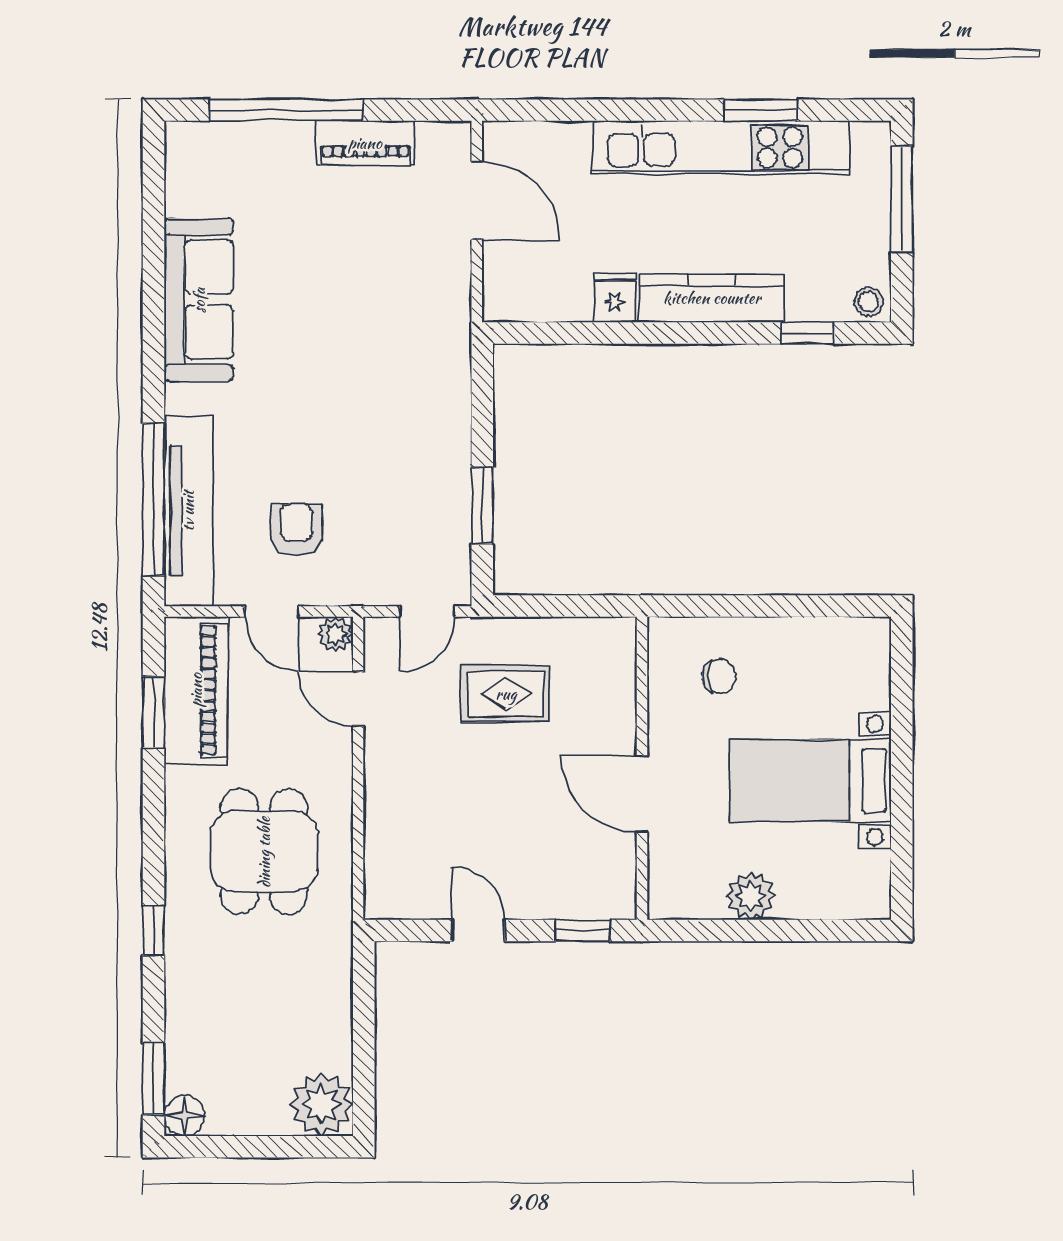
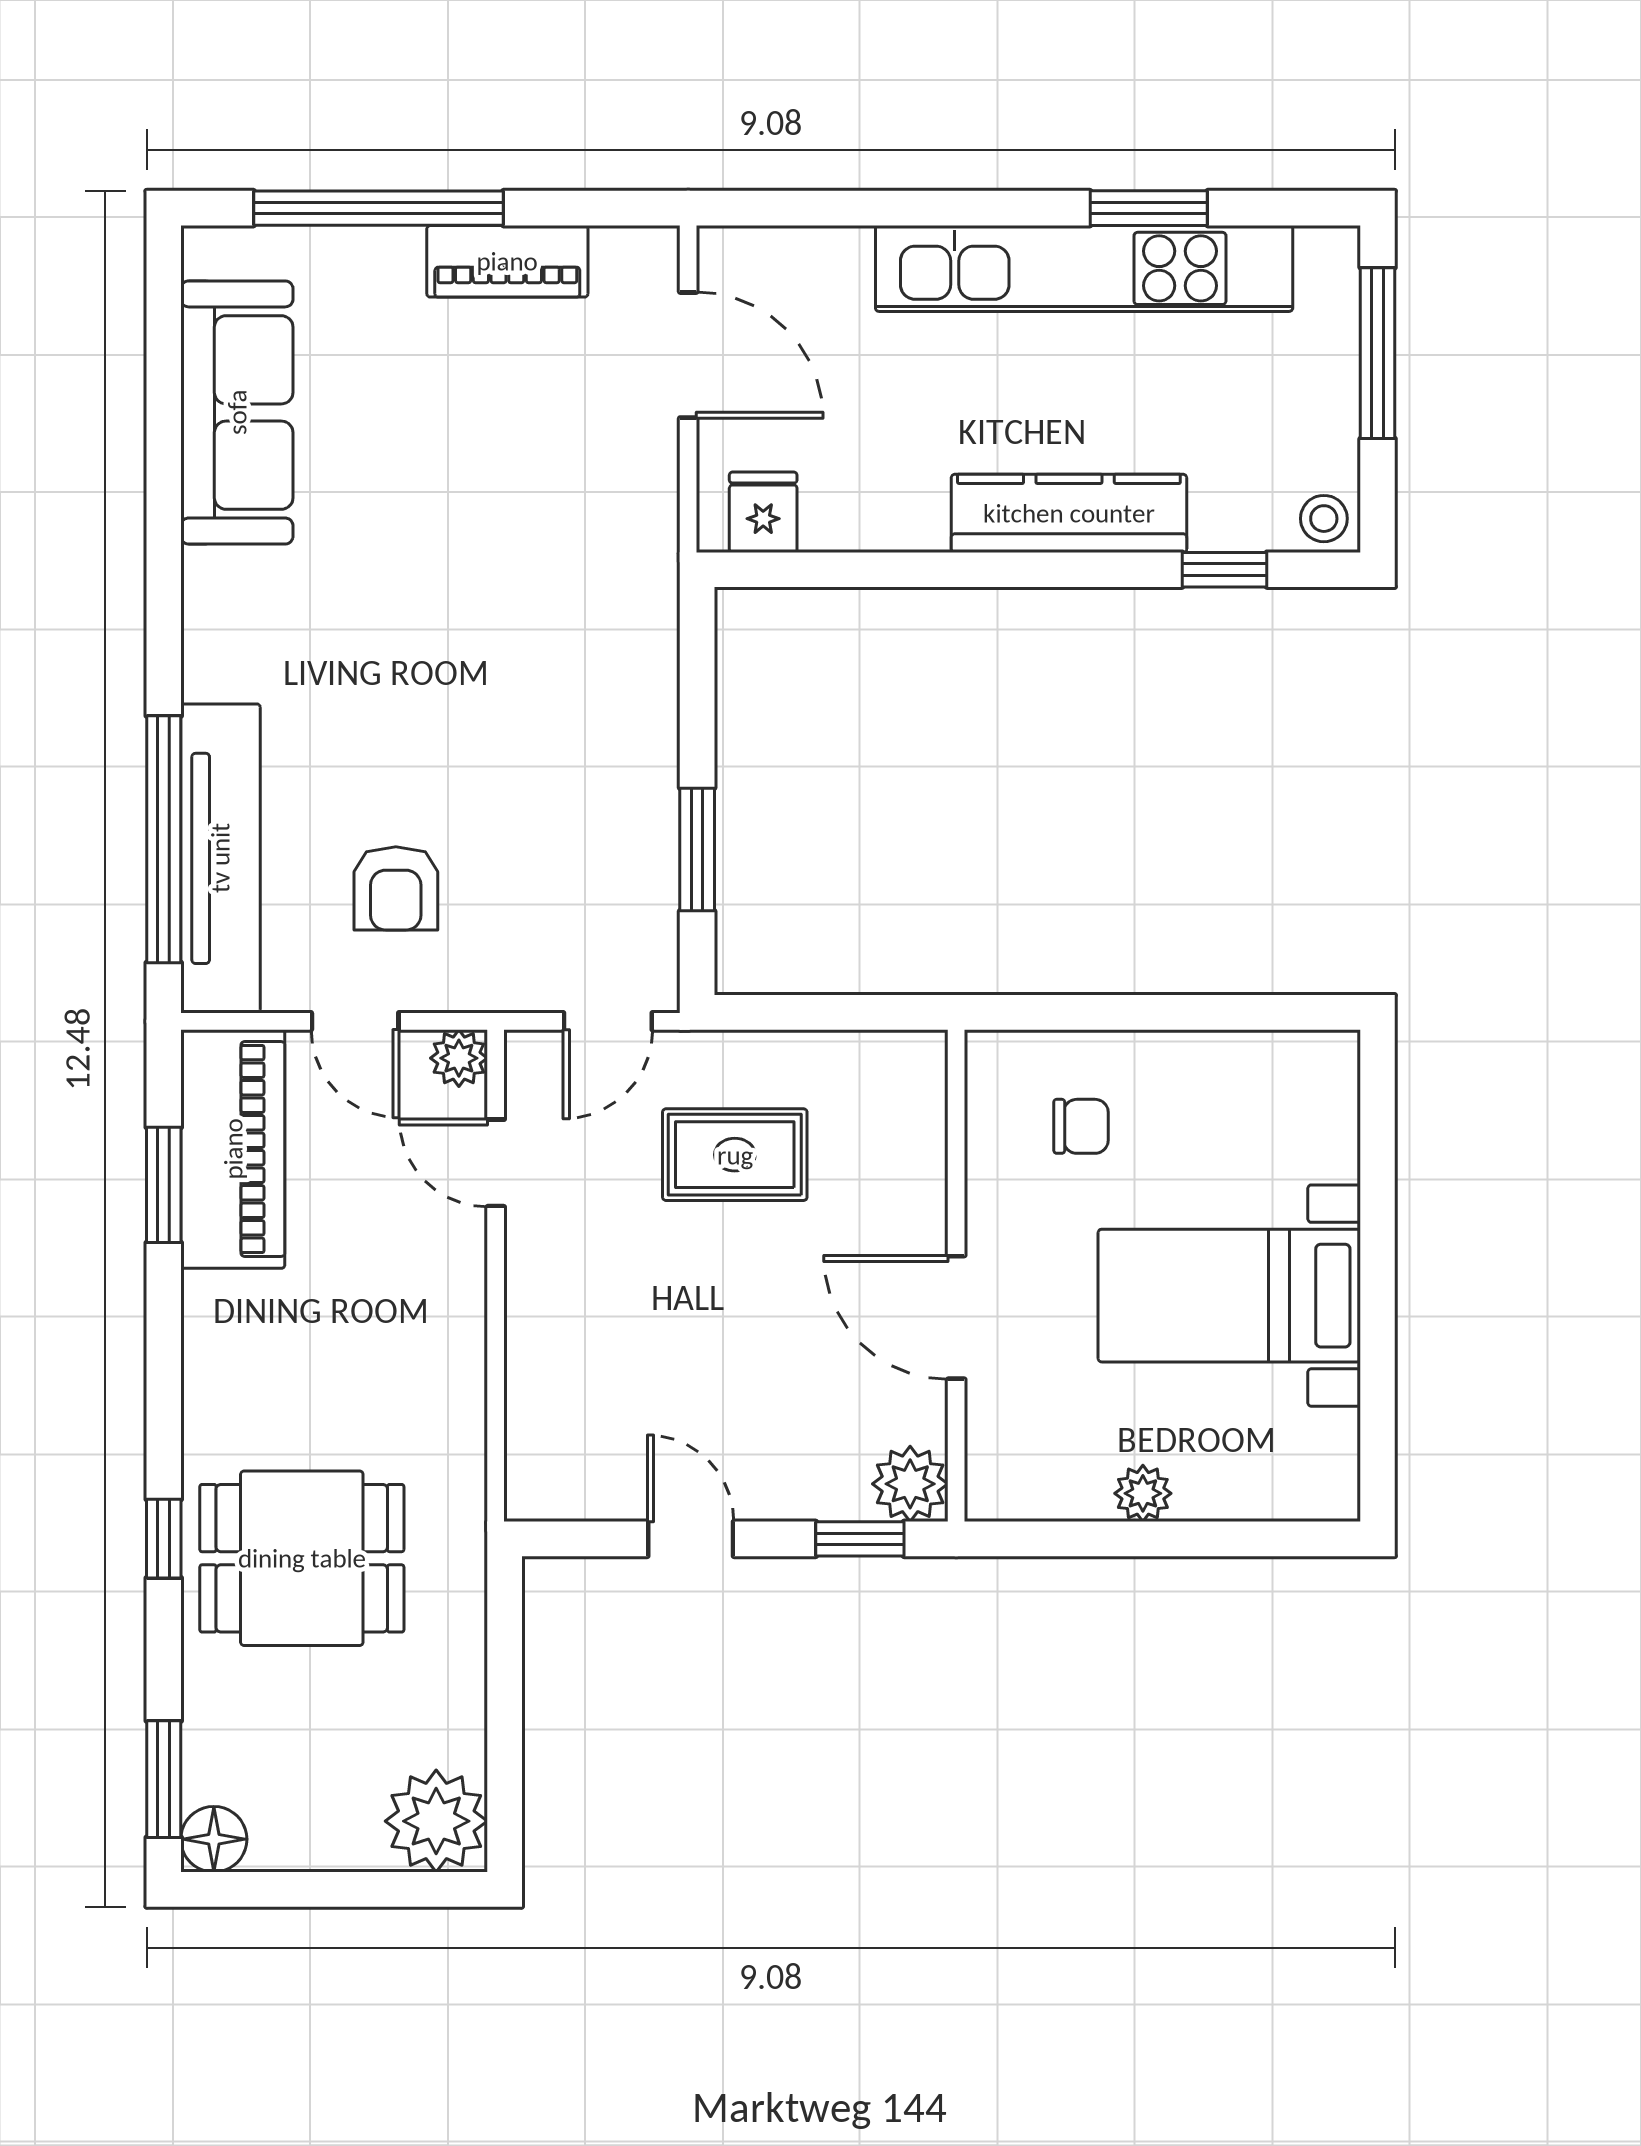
fridge: (615, 298) -> (763, 512), moved
sofa: (199, 300) -> (237, 412), moved
armchair: (297, 530) -> (396, 888), turned 180
dining table: (264, 852) -> (302, 1558), moved, turned 90
plant: (751, 896) -> (1143, 1493), width x0.73, depth x0.73
plant: (614, 897) -> (910, 1484), added

